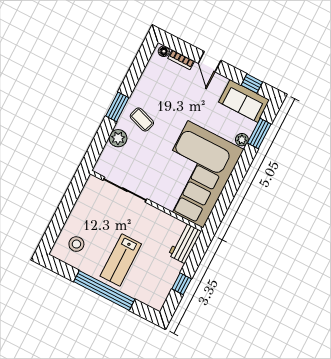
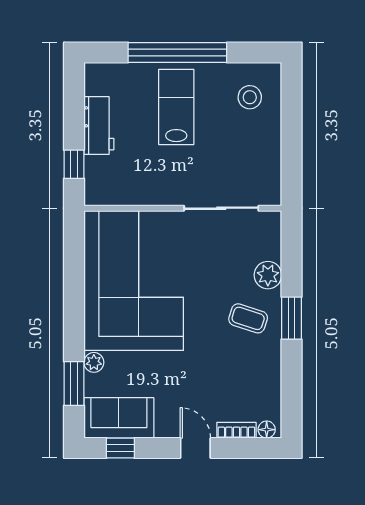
workbench: (185, 243) -> (99, 126), moved
window: (182, 284) -> (74, 164), moved

